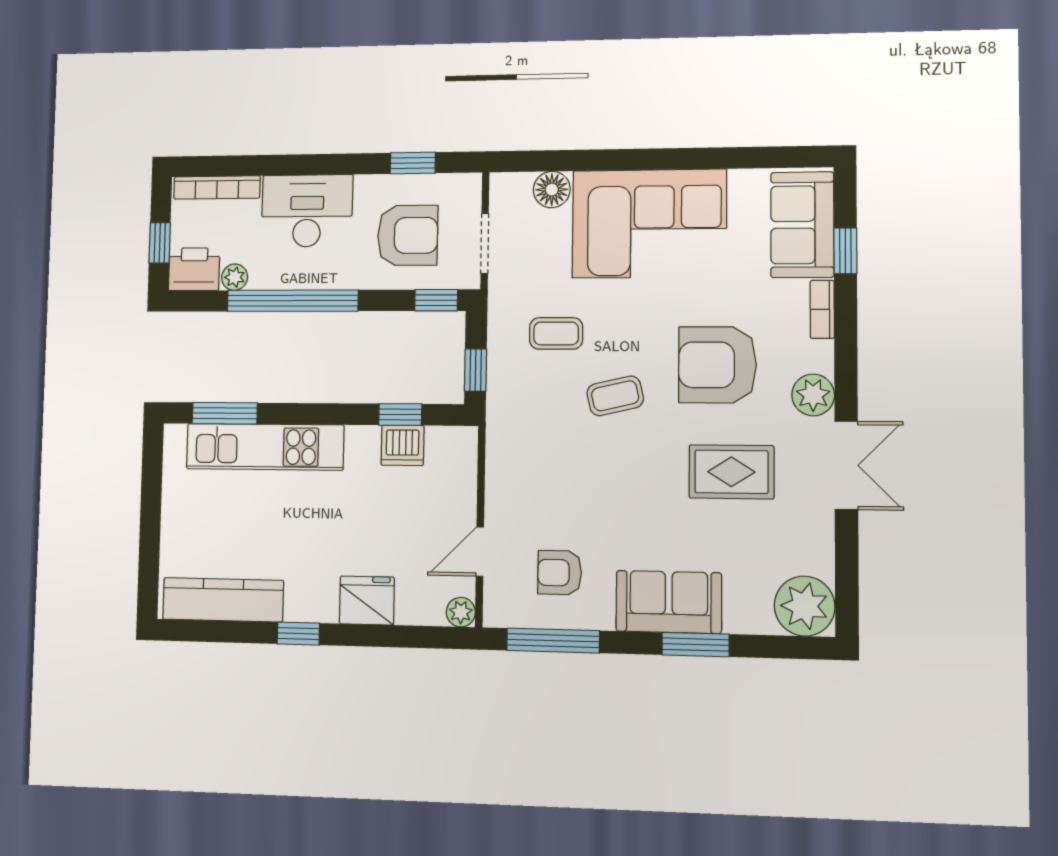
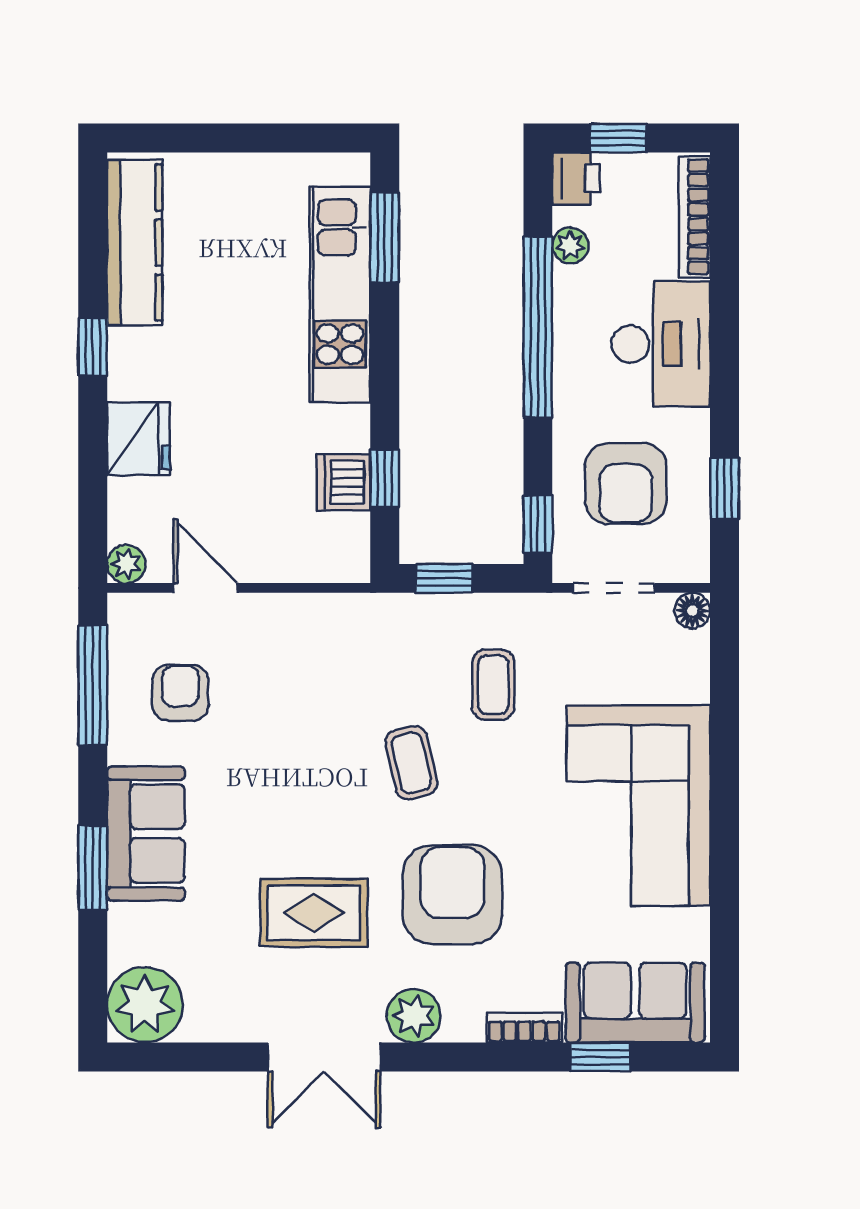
floor lamp: (552, 190) -> (692, 611), moved, width x0.73, depth x0.73
printer: (194, 269) -> (576, 179), width x0.73, depth x0.81
rug: (731, 472) -> (314, 913), turned 90

